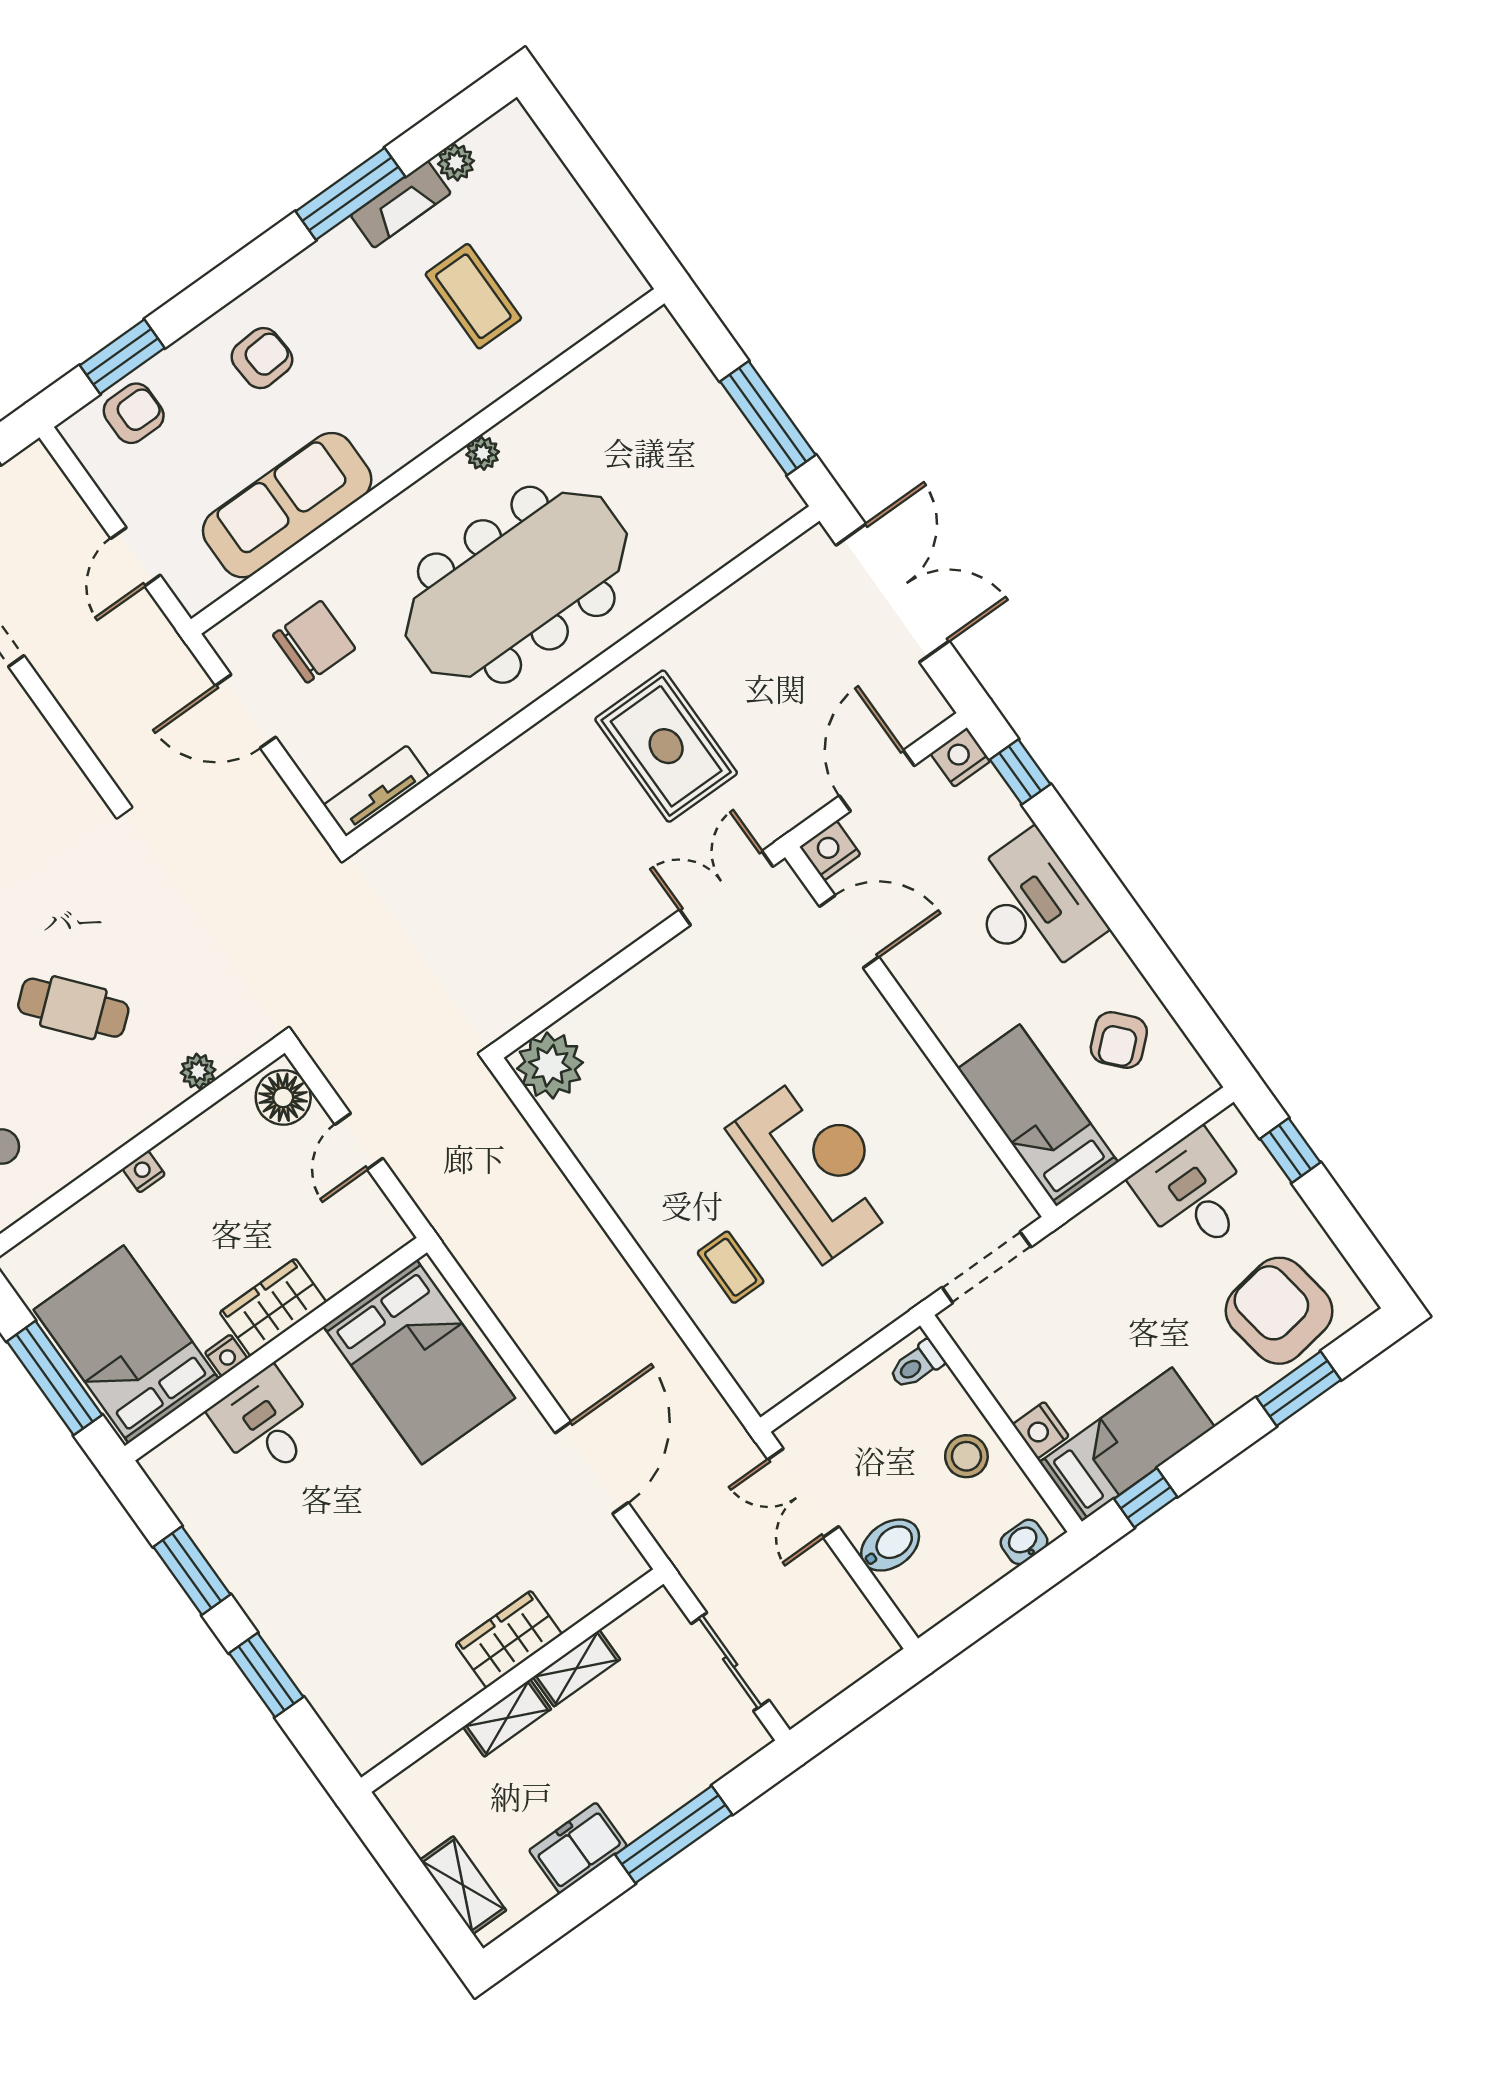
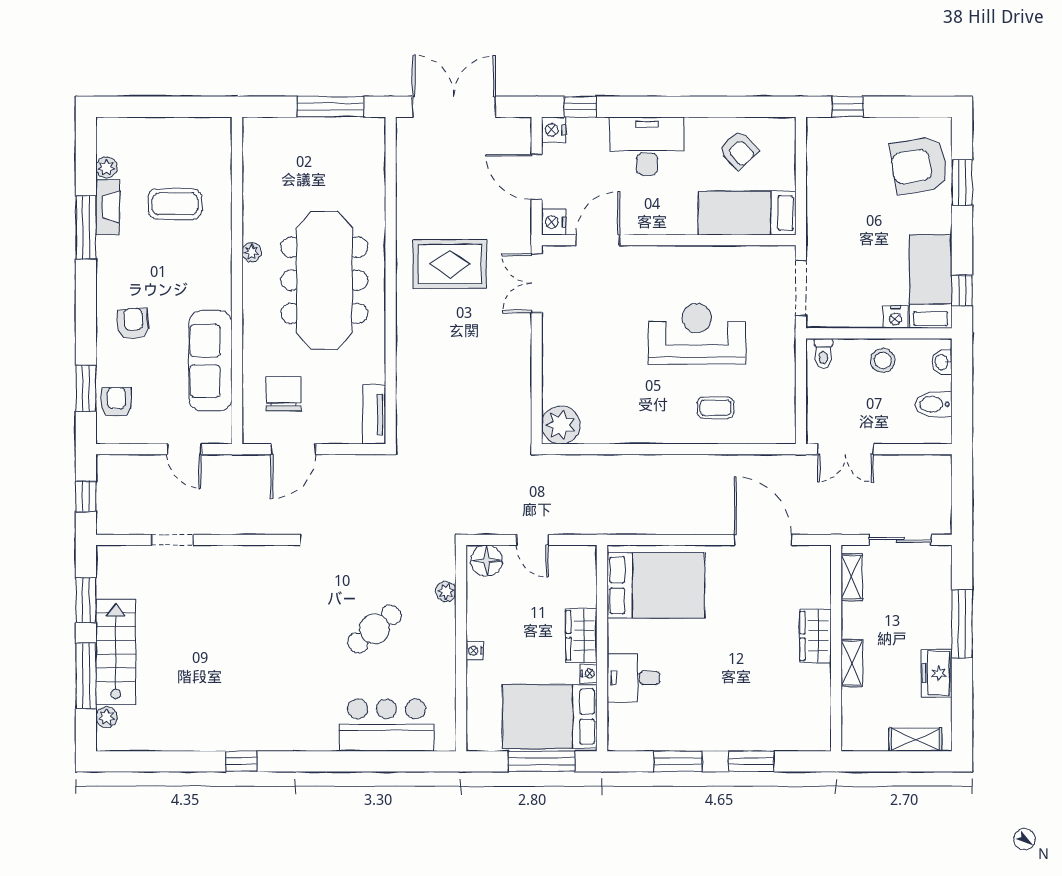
desk: (1194, 1193) -> (836, 166), removed
bidet: (890, 1545) -> (934, 404), moved, turned -90
shelving: (576, 1668) -> (852, 577), moved

